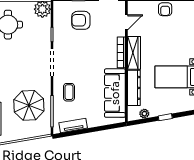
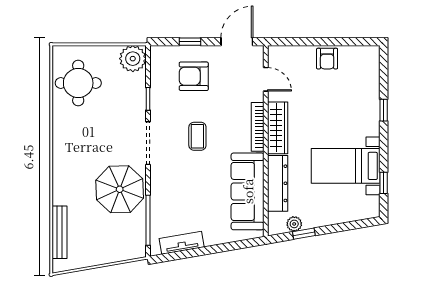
door: (126, 22) -> (266, 79), hinge flipped
coffee table: (69, 92) -> (197, 136), moved
parasol: (29, 105) -> (120, 189), moved
window: (165, 117) -> (304, 234), moved

